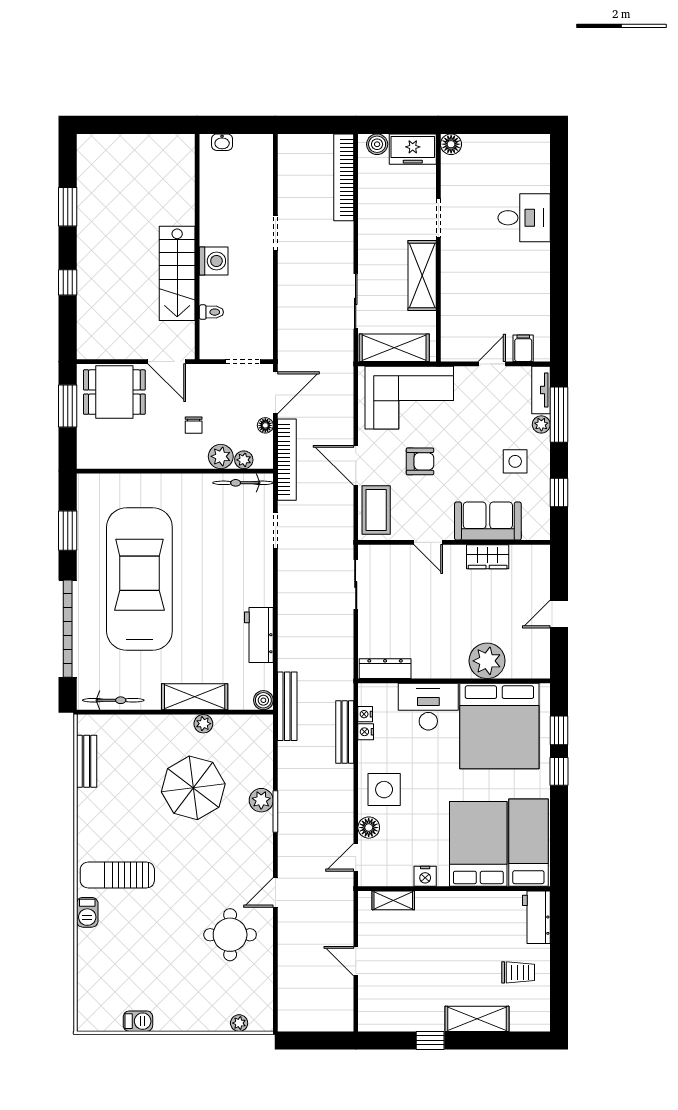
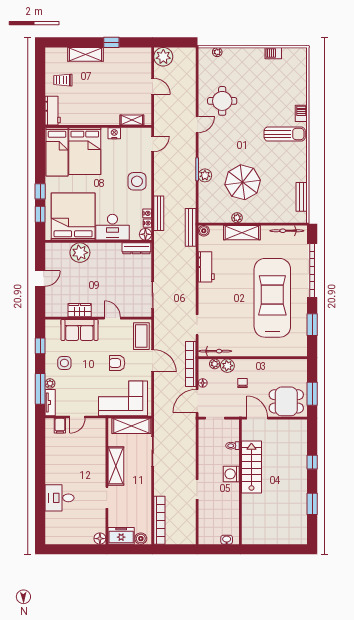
car: (139, 579) -> (272, 298), turned 180
floor lamp: (369, 828) -> (145, 234), moved
plant: (337, 1015) -> (163, 57), added

